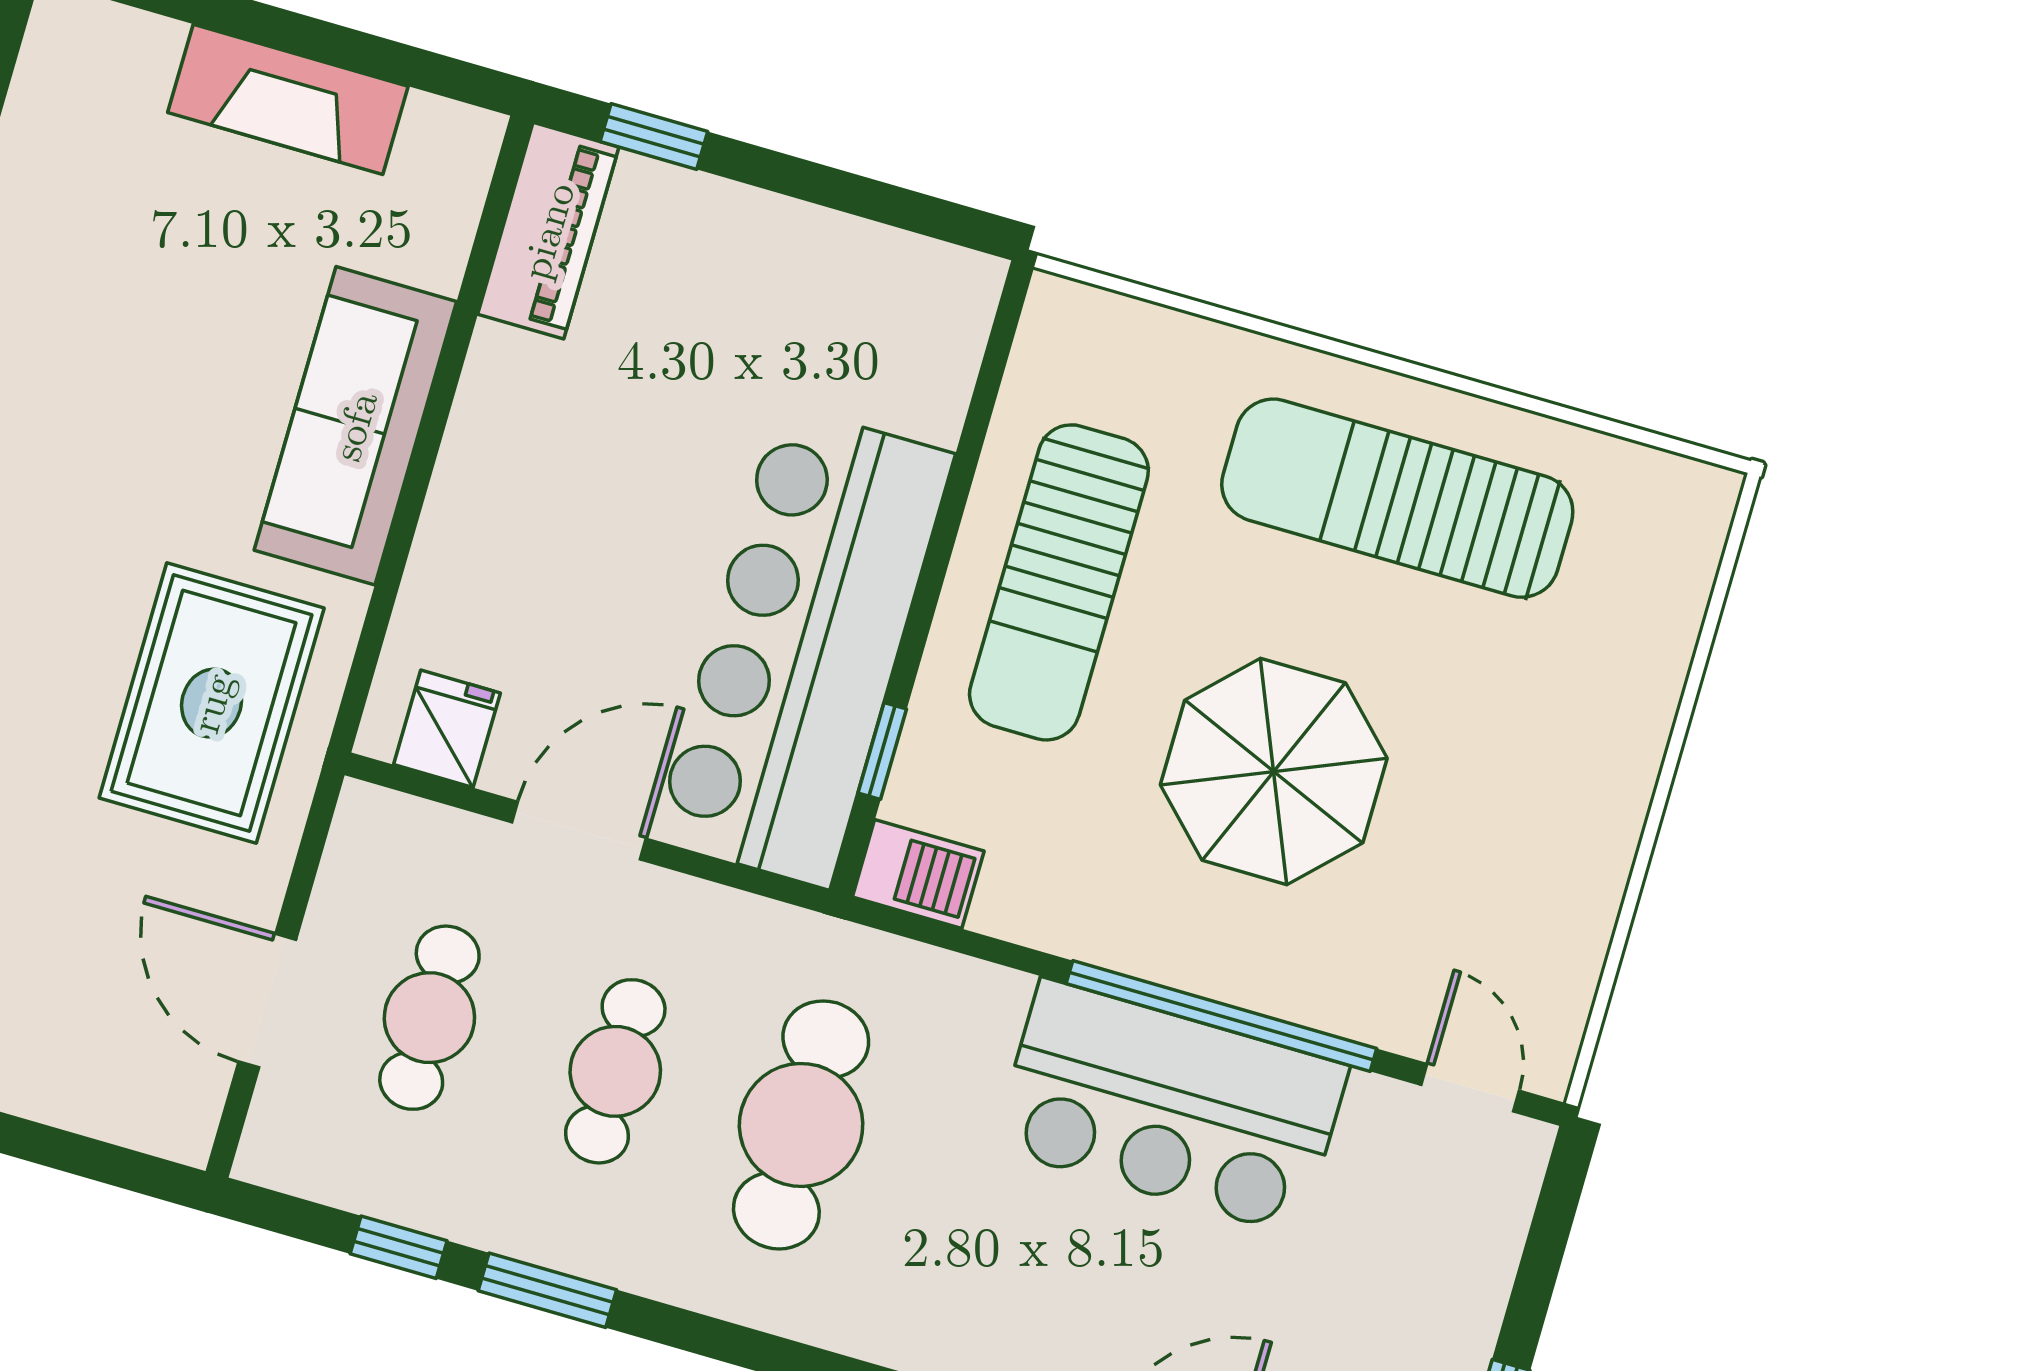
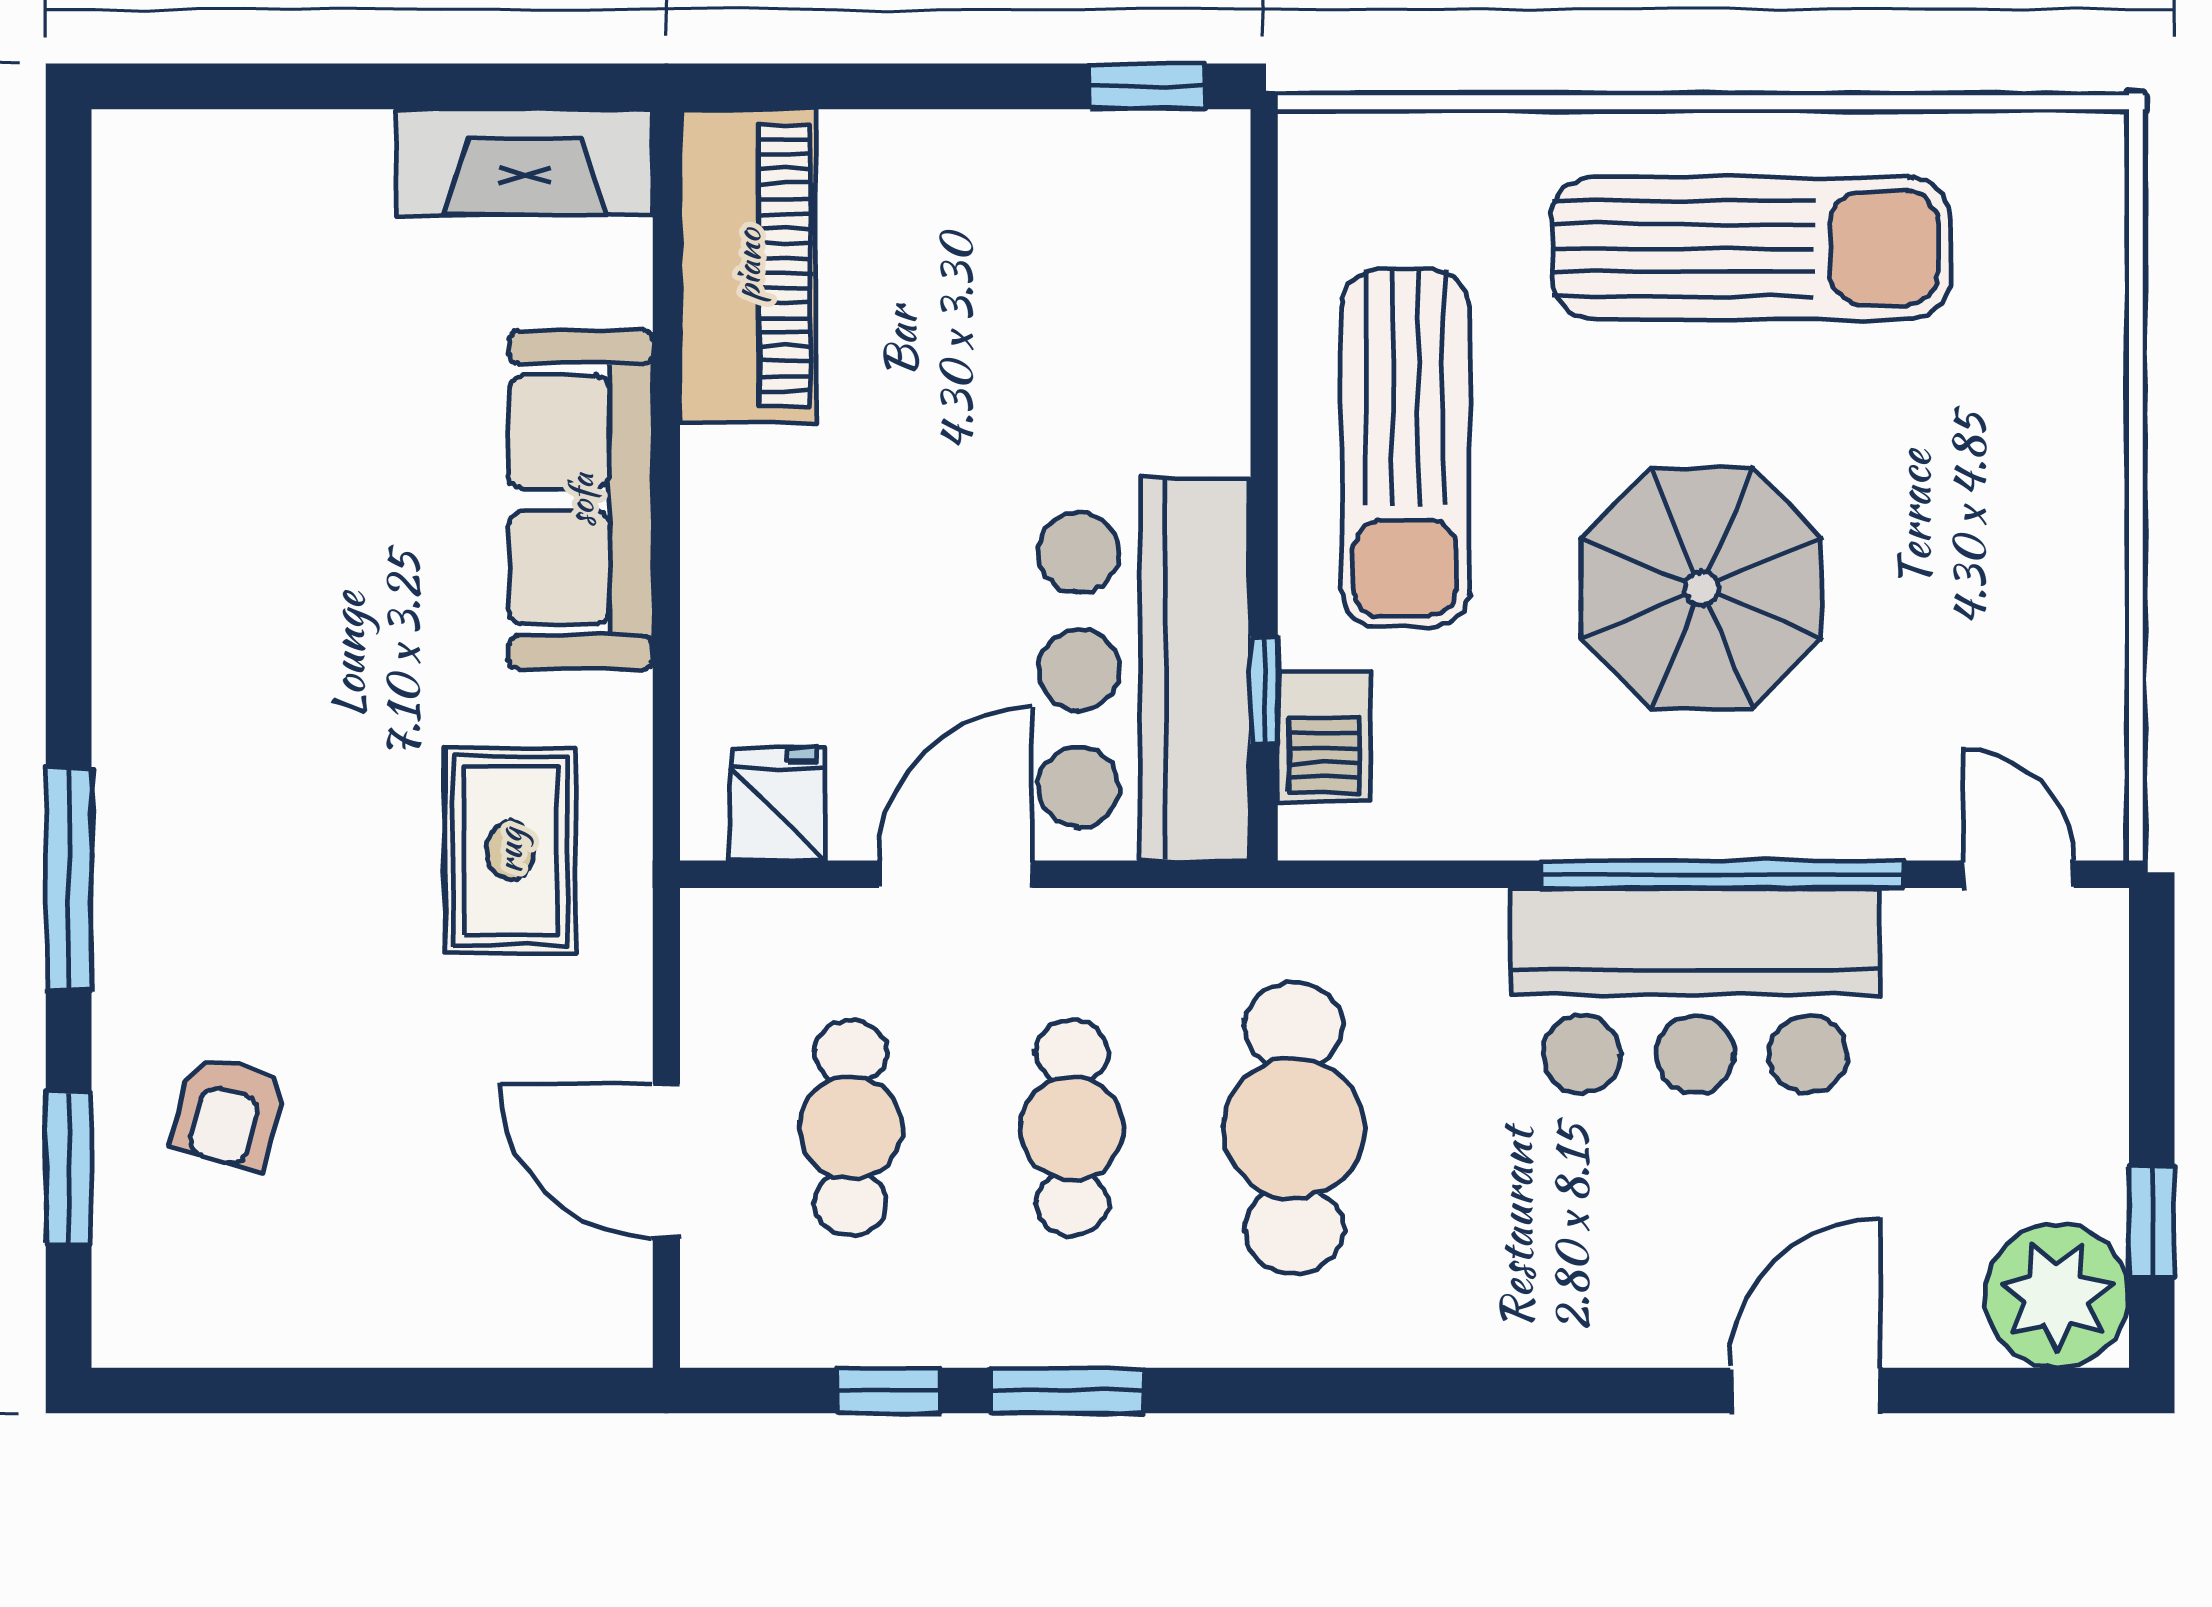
fireplace: (288, 99) -> (525, 162), moved
window: (654, 136) -> (1147, 86), moved
piano: (548, 231) -> (748, 265), width x1.37, depth x1.33
sun lounger: (1397, 498) -> (1751, 248), turned 180
bar counter: (804, 646) -> (1144, 670), width x0.73
rug: (212, 703) -> (510, 851), width x0.73, depth x0.70
barbecue: (918, 874) -> (1324, 736), moved, turned 90

